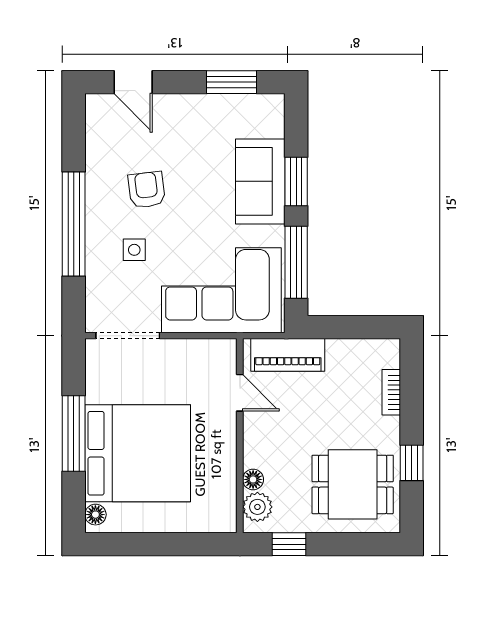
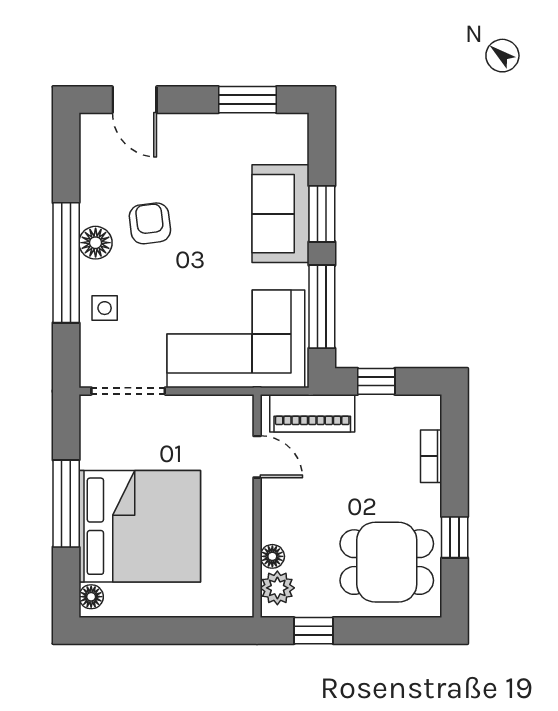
floor lamp: (99, 207) -> (96, 243), added
side table: (134, 250) -> (105, 308), moved
window: (343, 327) -> (376, 381), added

